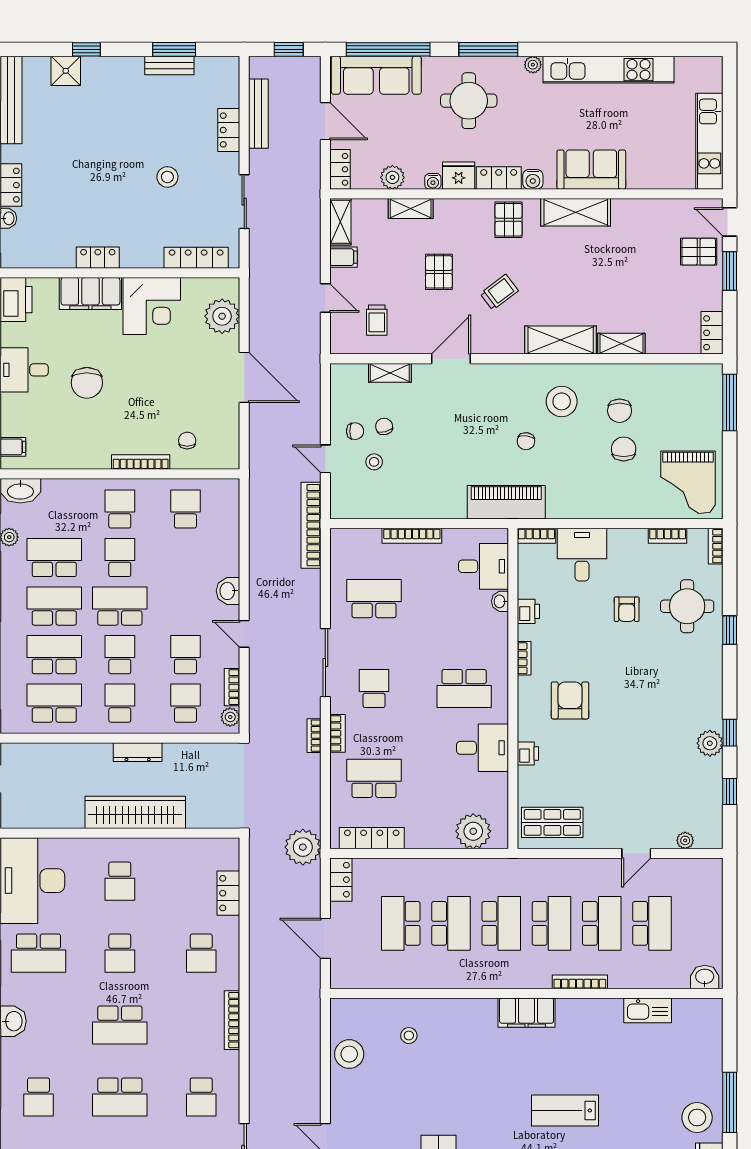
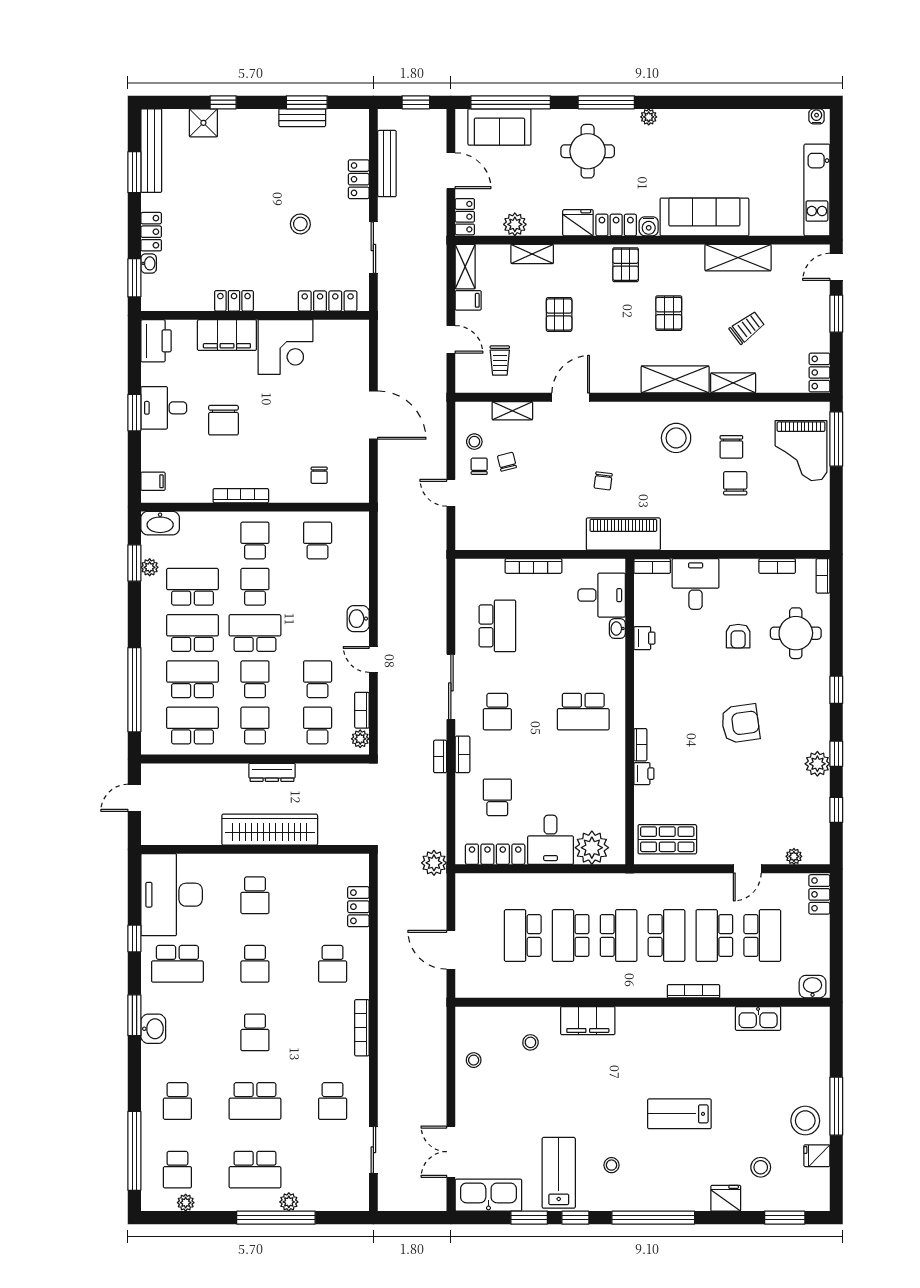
kitchen unit: (608, 70) -> (721, 122), removed
sofa: (376, 75) -> (499, 127), width x0.73
sofa: (591, 170) -> (704, 217), width x1.36
water cooler: (433, 181) -> (817, 116), moved, turned 180
shelving: (576, 212) -> (738, 258), moved
door: (730, 222) -> (836, 267), hinge flipped
pallet: (699, 252) -> (669, 313), moved, turned 90
trolley: (499, 292) -> (747, 328), moved
plant: (222, 316) -> (352, 357), removed
chair: (355, 431) -> (479, 466), turned -90
chair: (187, 441) -> (319, 475), turned 180
chair: (526, 441) -> (603, 481), moved
bookcase: (141, 462) -> (241, 496), moved
stool: (374, 462) -> (474, 442), moved
grand piano: (688, 482) -> (801, 451), moved
bookcase: (311, 525) -> (437, 556), removed
school desk: (374, 599) -> (497, 626), turned 90
window: (730, 630) -> (836, 690), moved
bookcase: (524, 658) -> (640, 745), moved
school desk: (374, 688) -> (497, 712), turned 180
armchair: (570, 700) -> (740, 724), moved, turned 82
desk: (482, 748) -> (551, 840), moved, turned 90
school desk: (374, 778) -> (497, 797), width x0.54
plant: (303, 847) -> (434, 863), width x0.73, depth x0.73
locker: (341, 880) -> (819, 894), moved, turned 180
school desk: (451, 923) -> (571, 936), turned 180
school desk: (602, 923) -> (714, 936), turned 180
filing cabinet: (527, 1013) -> (588, 1021), moved
school desk: (120, 1025) -> (255, 1032), width x0.54
stool: (349, 1054) -> (474, 1060), width x0.53, depth x0.53

